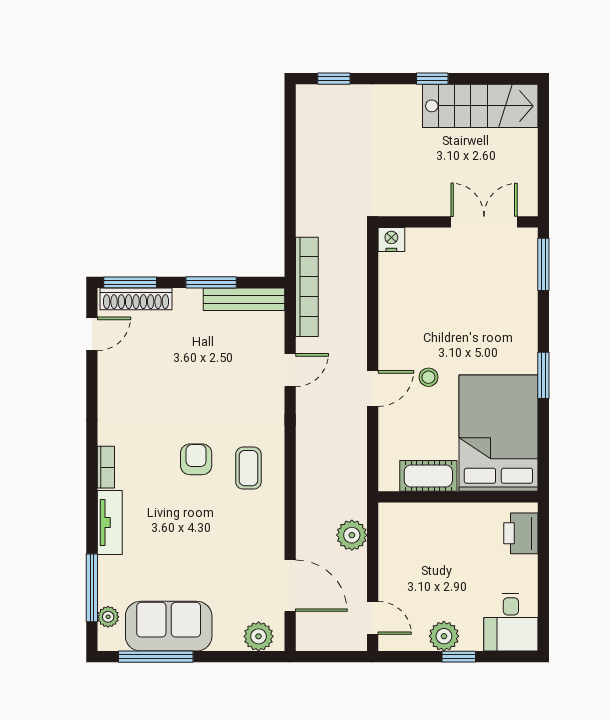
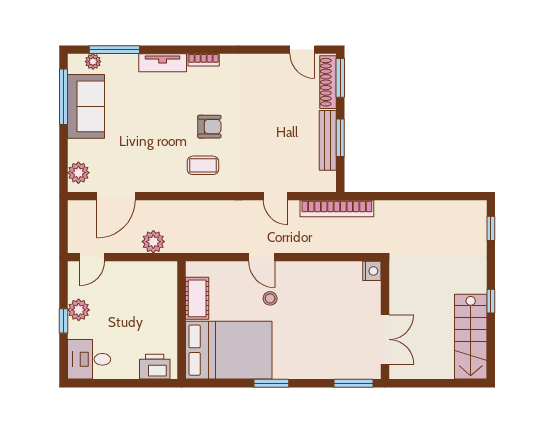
bench: (244, 299) -> (328, 140), moved

